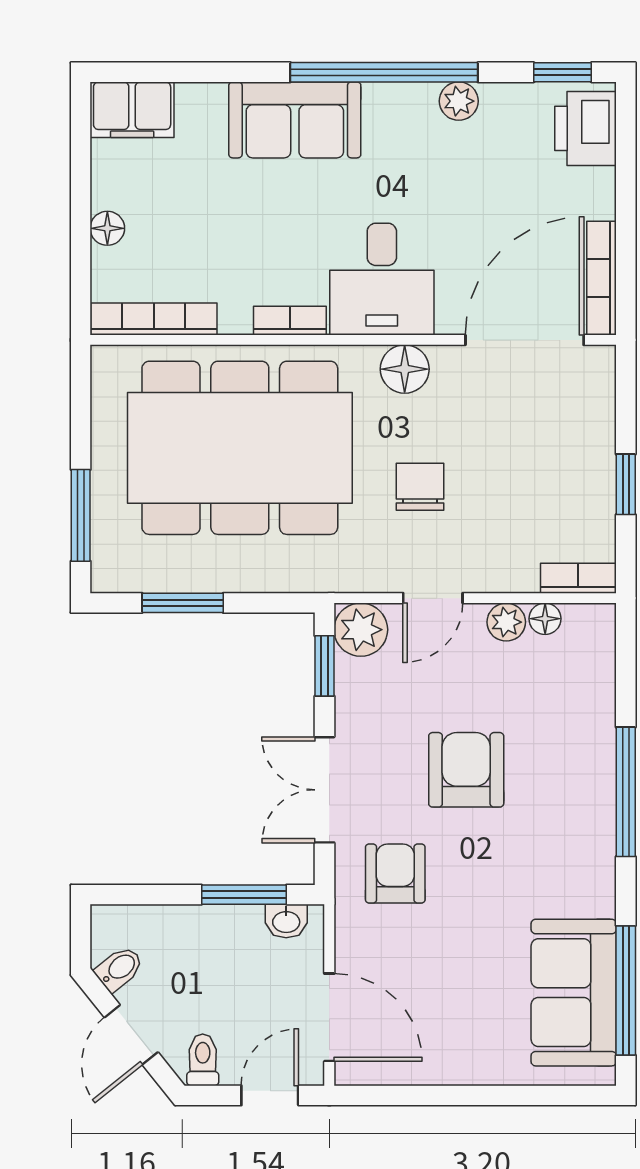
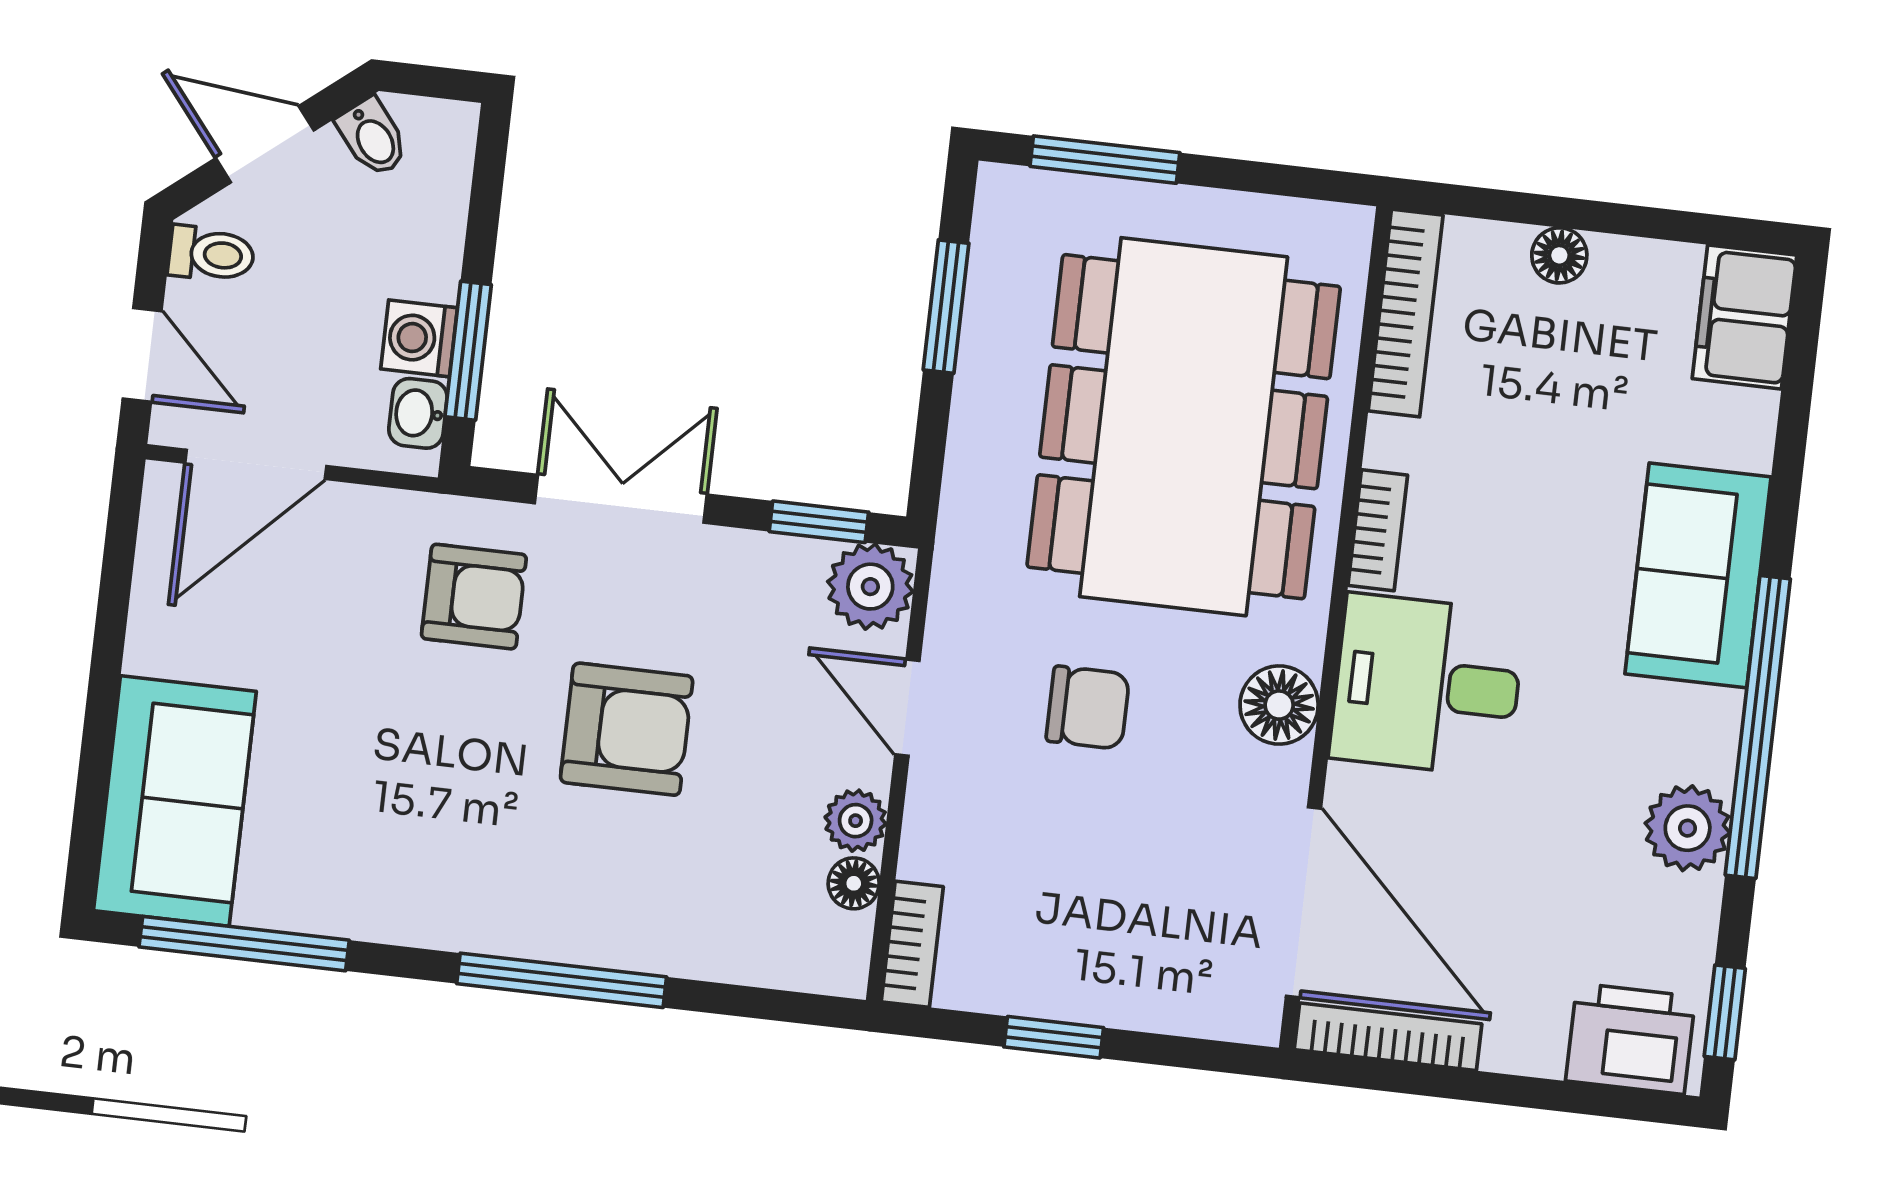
plant: (459, 101) -> (1688, 828), width x1.38, depth x1.38
washing machine: (240, 926) -> (419, 338), added
sofa: (574, 993) -> (175, 801), moved, turned 90

